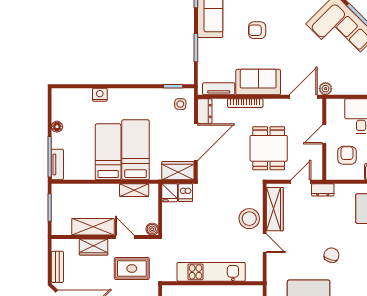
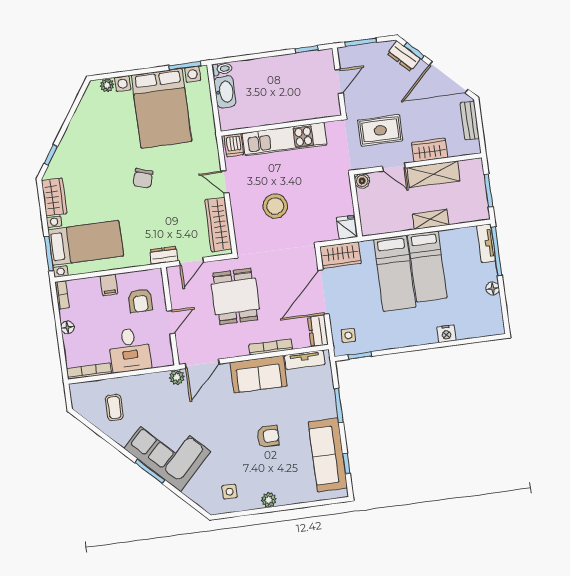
shelving: (134, 190) -> (431, 219), moved
dishwasher: (185, 193) -> (234, 145), moved, turned 180
stool: (249, 219) -> (275, 206), moved

